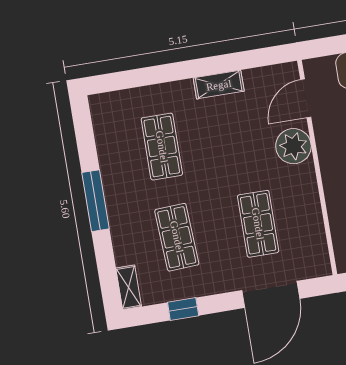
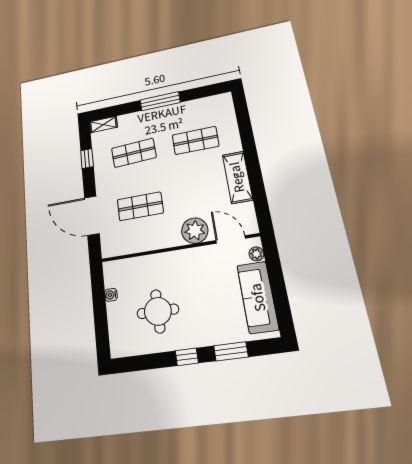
plant: (325, 65) -> (256, 254), added
shelving: (219, 85) -> (237, 177), width x1.50, depth x1.33

